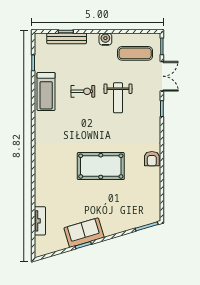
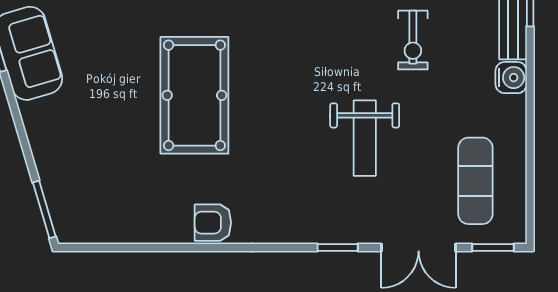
water cooler: (105, 39) -> (511, 78), moved
exercise bike: (83, 91) -> (413, 40), moved
weight bench: (118, 98) -> (365, 138), turned -90

